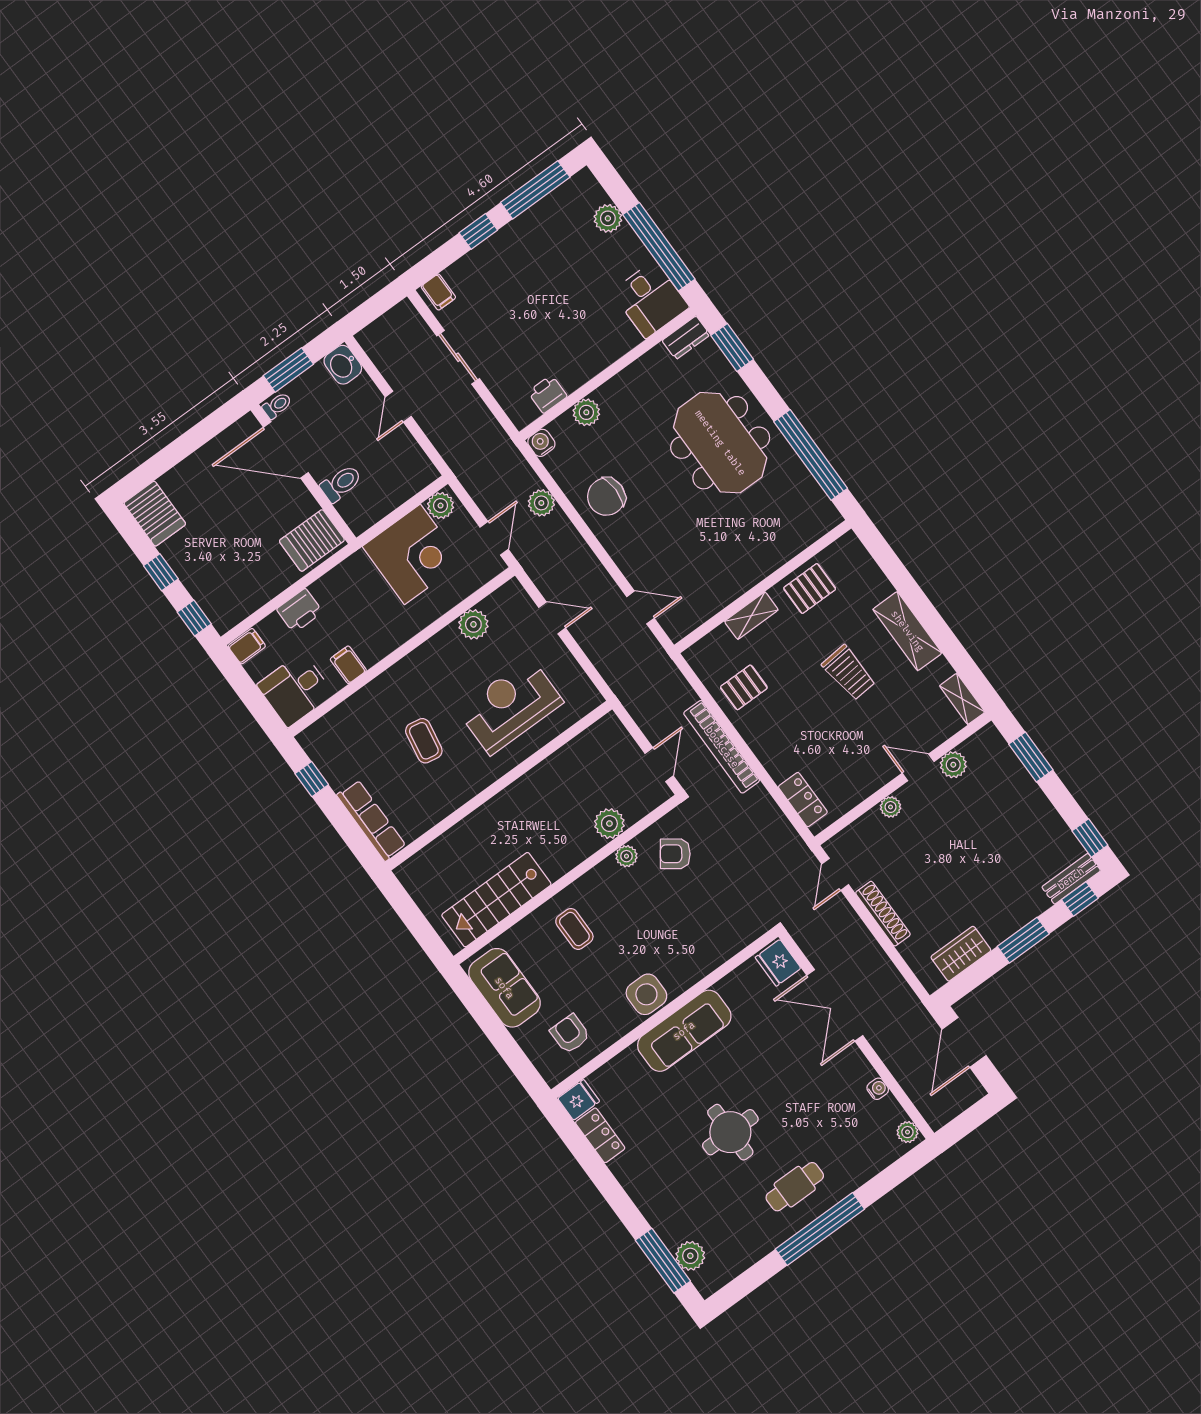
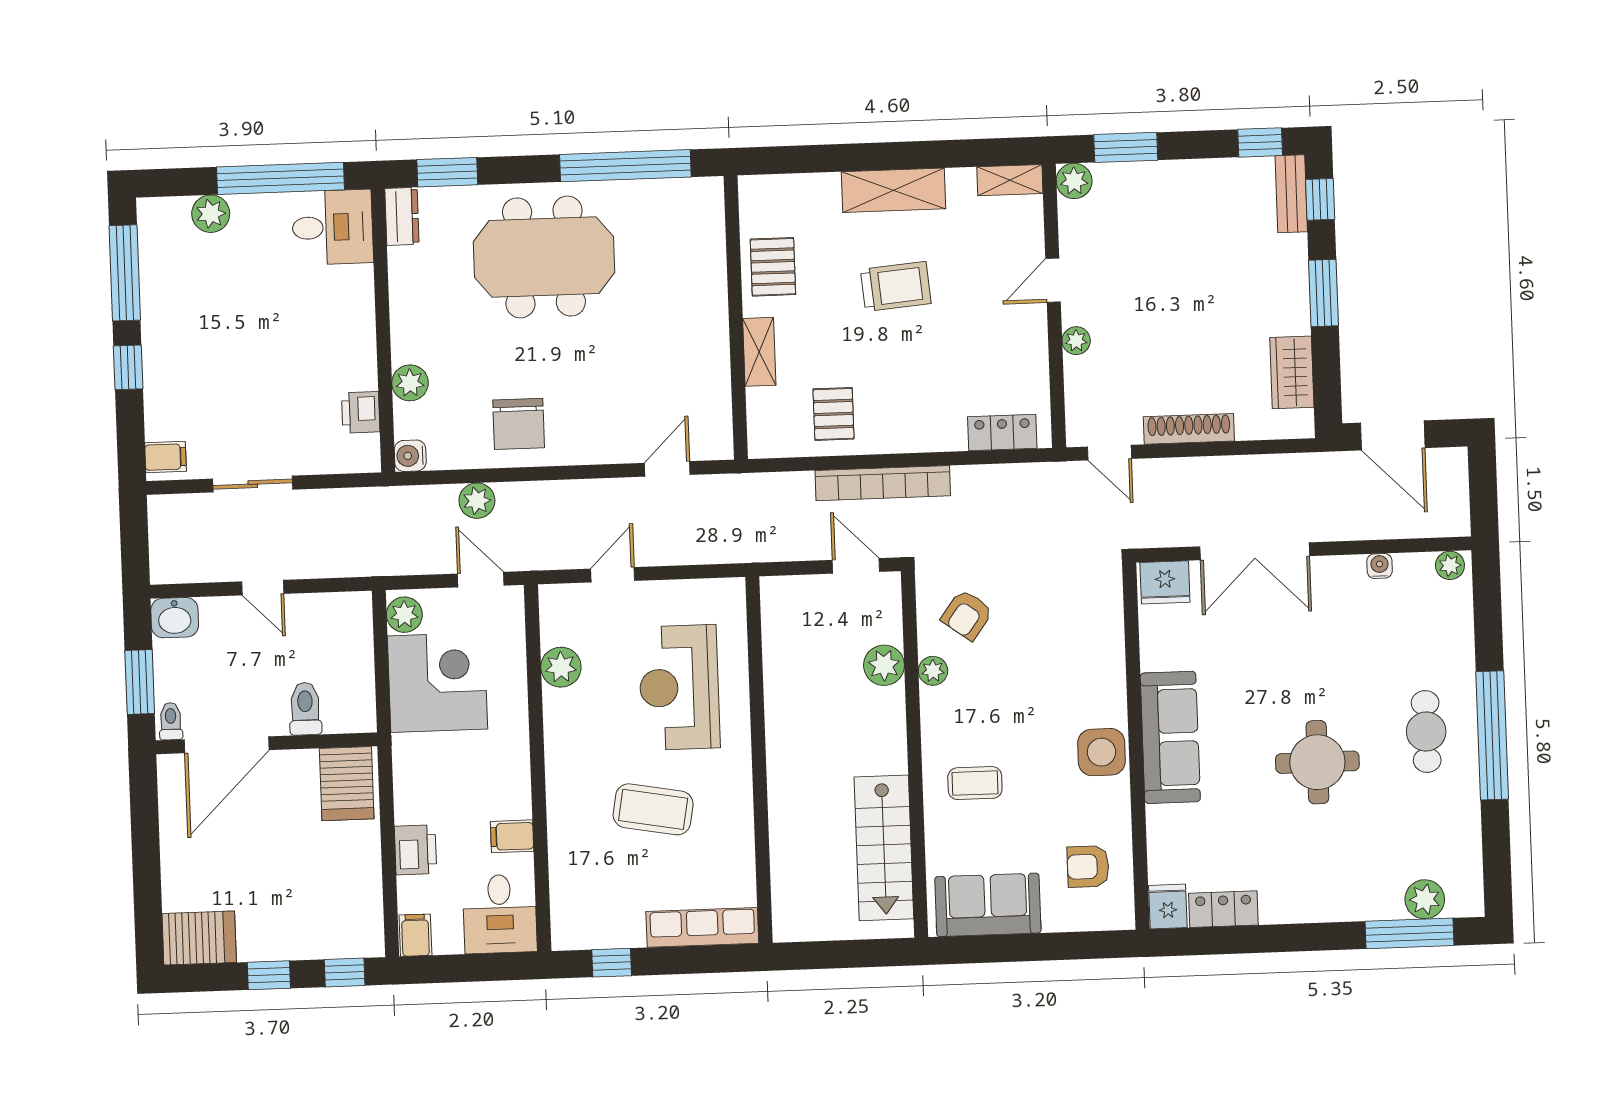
coffee table: (424, 741) -> (653, 809), width x1.36, depth x1.30
plant: (953, 765) -> (1074, 181), moved

